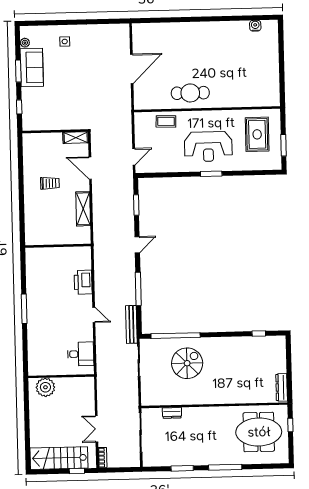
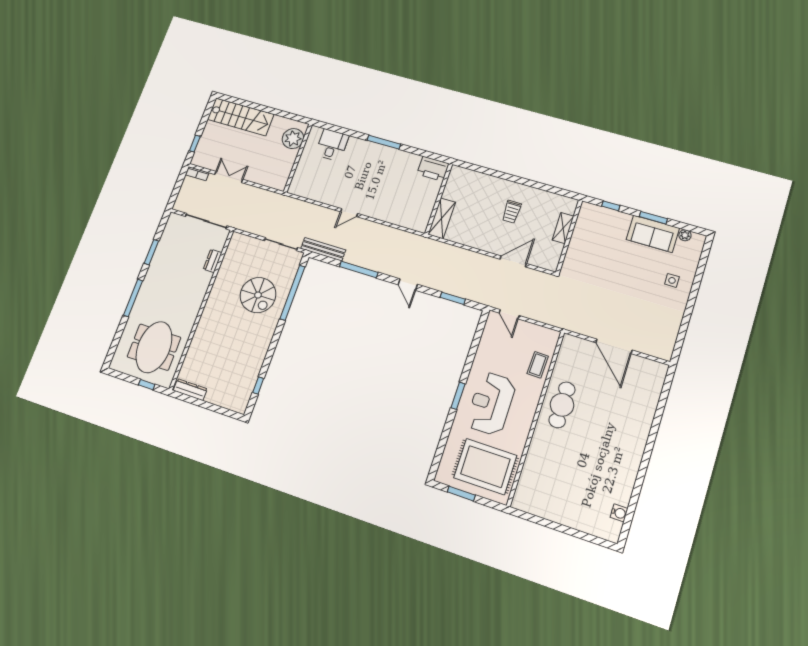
rug: (257, 134) -> (485, 467), width x1.37, depth x1.44
shelving: (76, 138) -> (563, 228), moved
shelving: (83, 209) -> (442, 218), moved, turned 90
printer: (83, 282) -> (433, 169), moved, turned 180
desk: (81, 354) -> (332, 145), moved, turned 180
stairs: (59, 458) -> (241, 117), moved, turned 90

